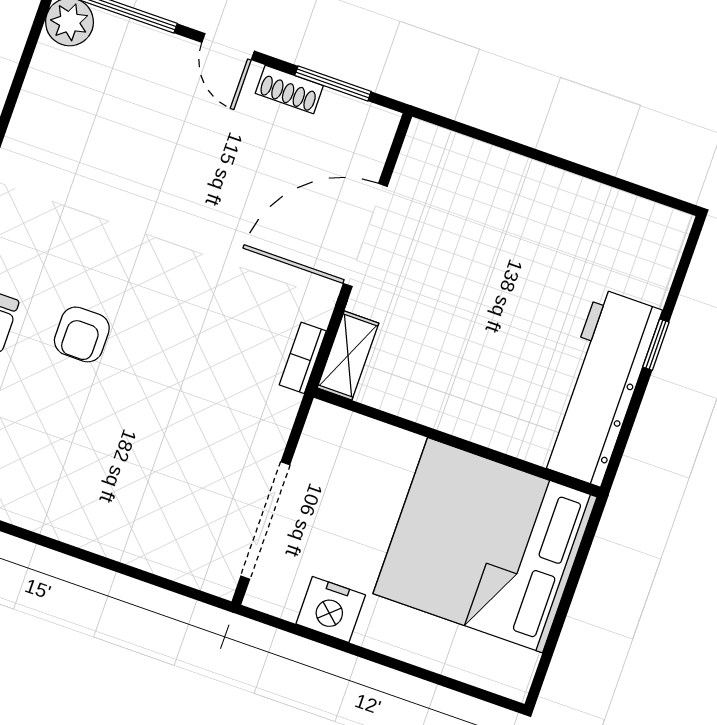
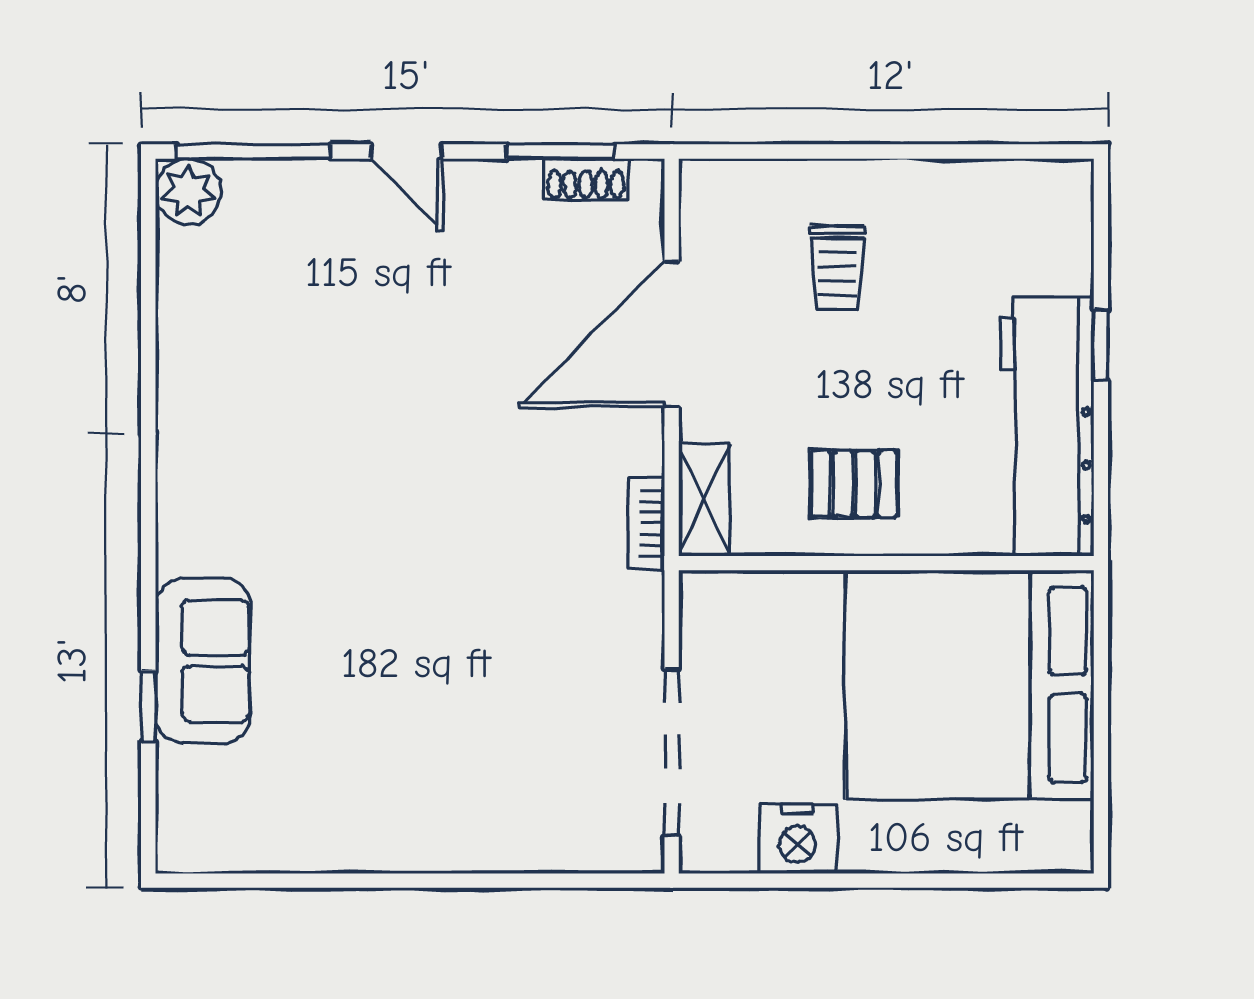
shoe rack: (289, 89) -> (586, 179), moved
trolley: (494, 229) -> (837, 268), added
armchair: (82, 334) -> (347, 594), removed
pallet: (454, 381) -> (854, 484), added

